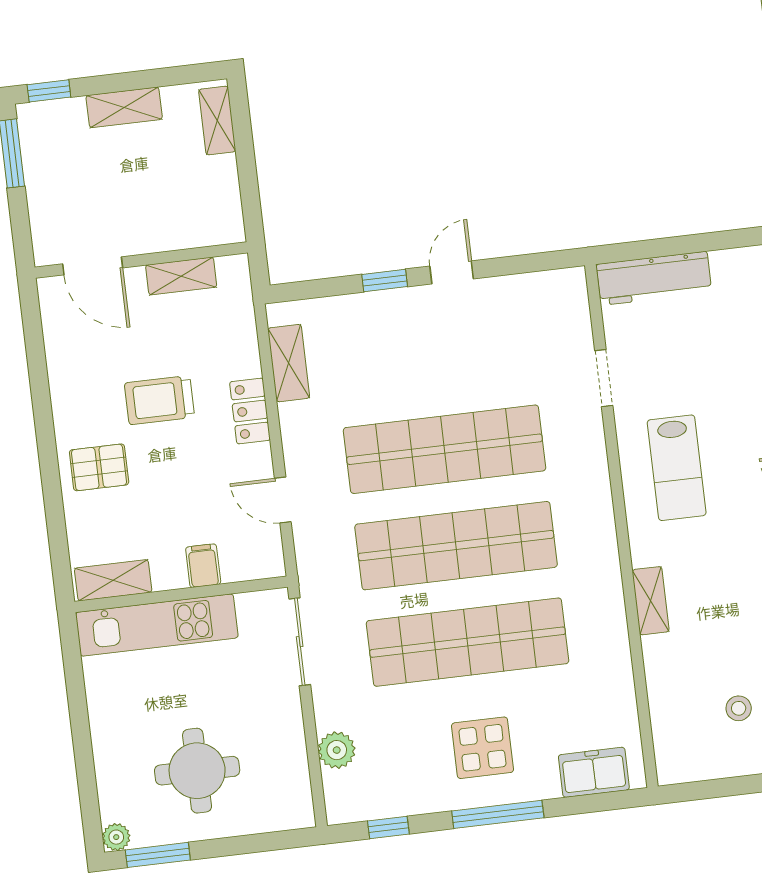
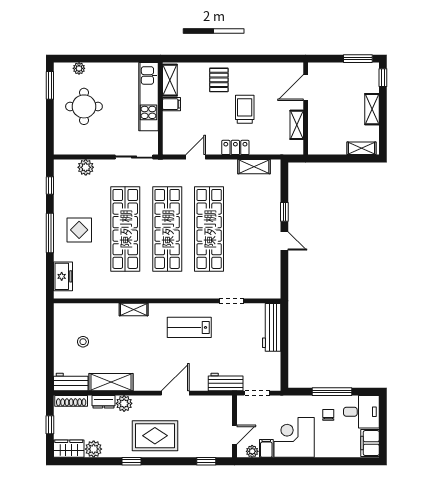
filing cabinet: (203, 566) -> (172, 104), moved
plant: (116, 837) -> (79, 68), moved

